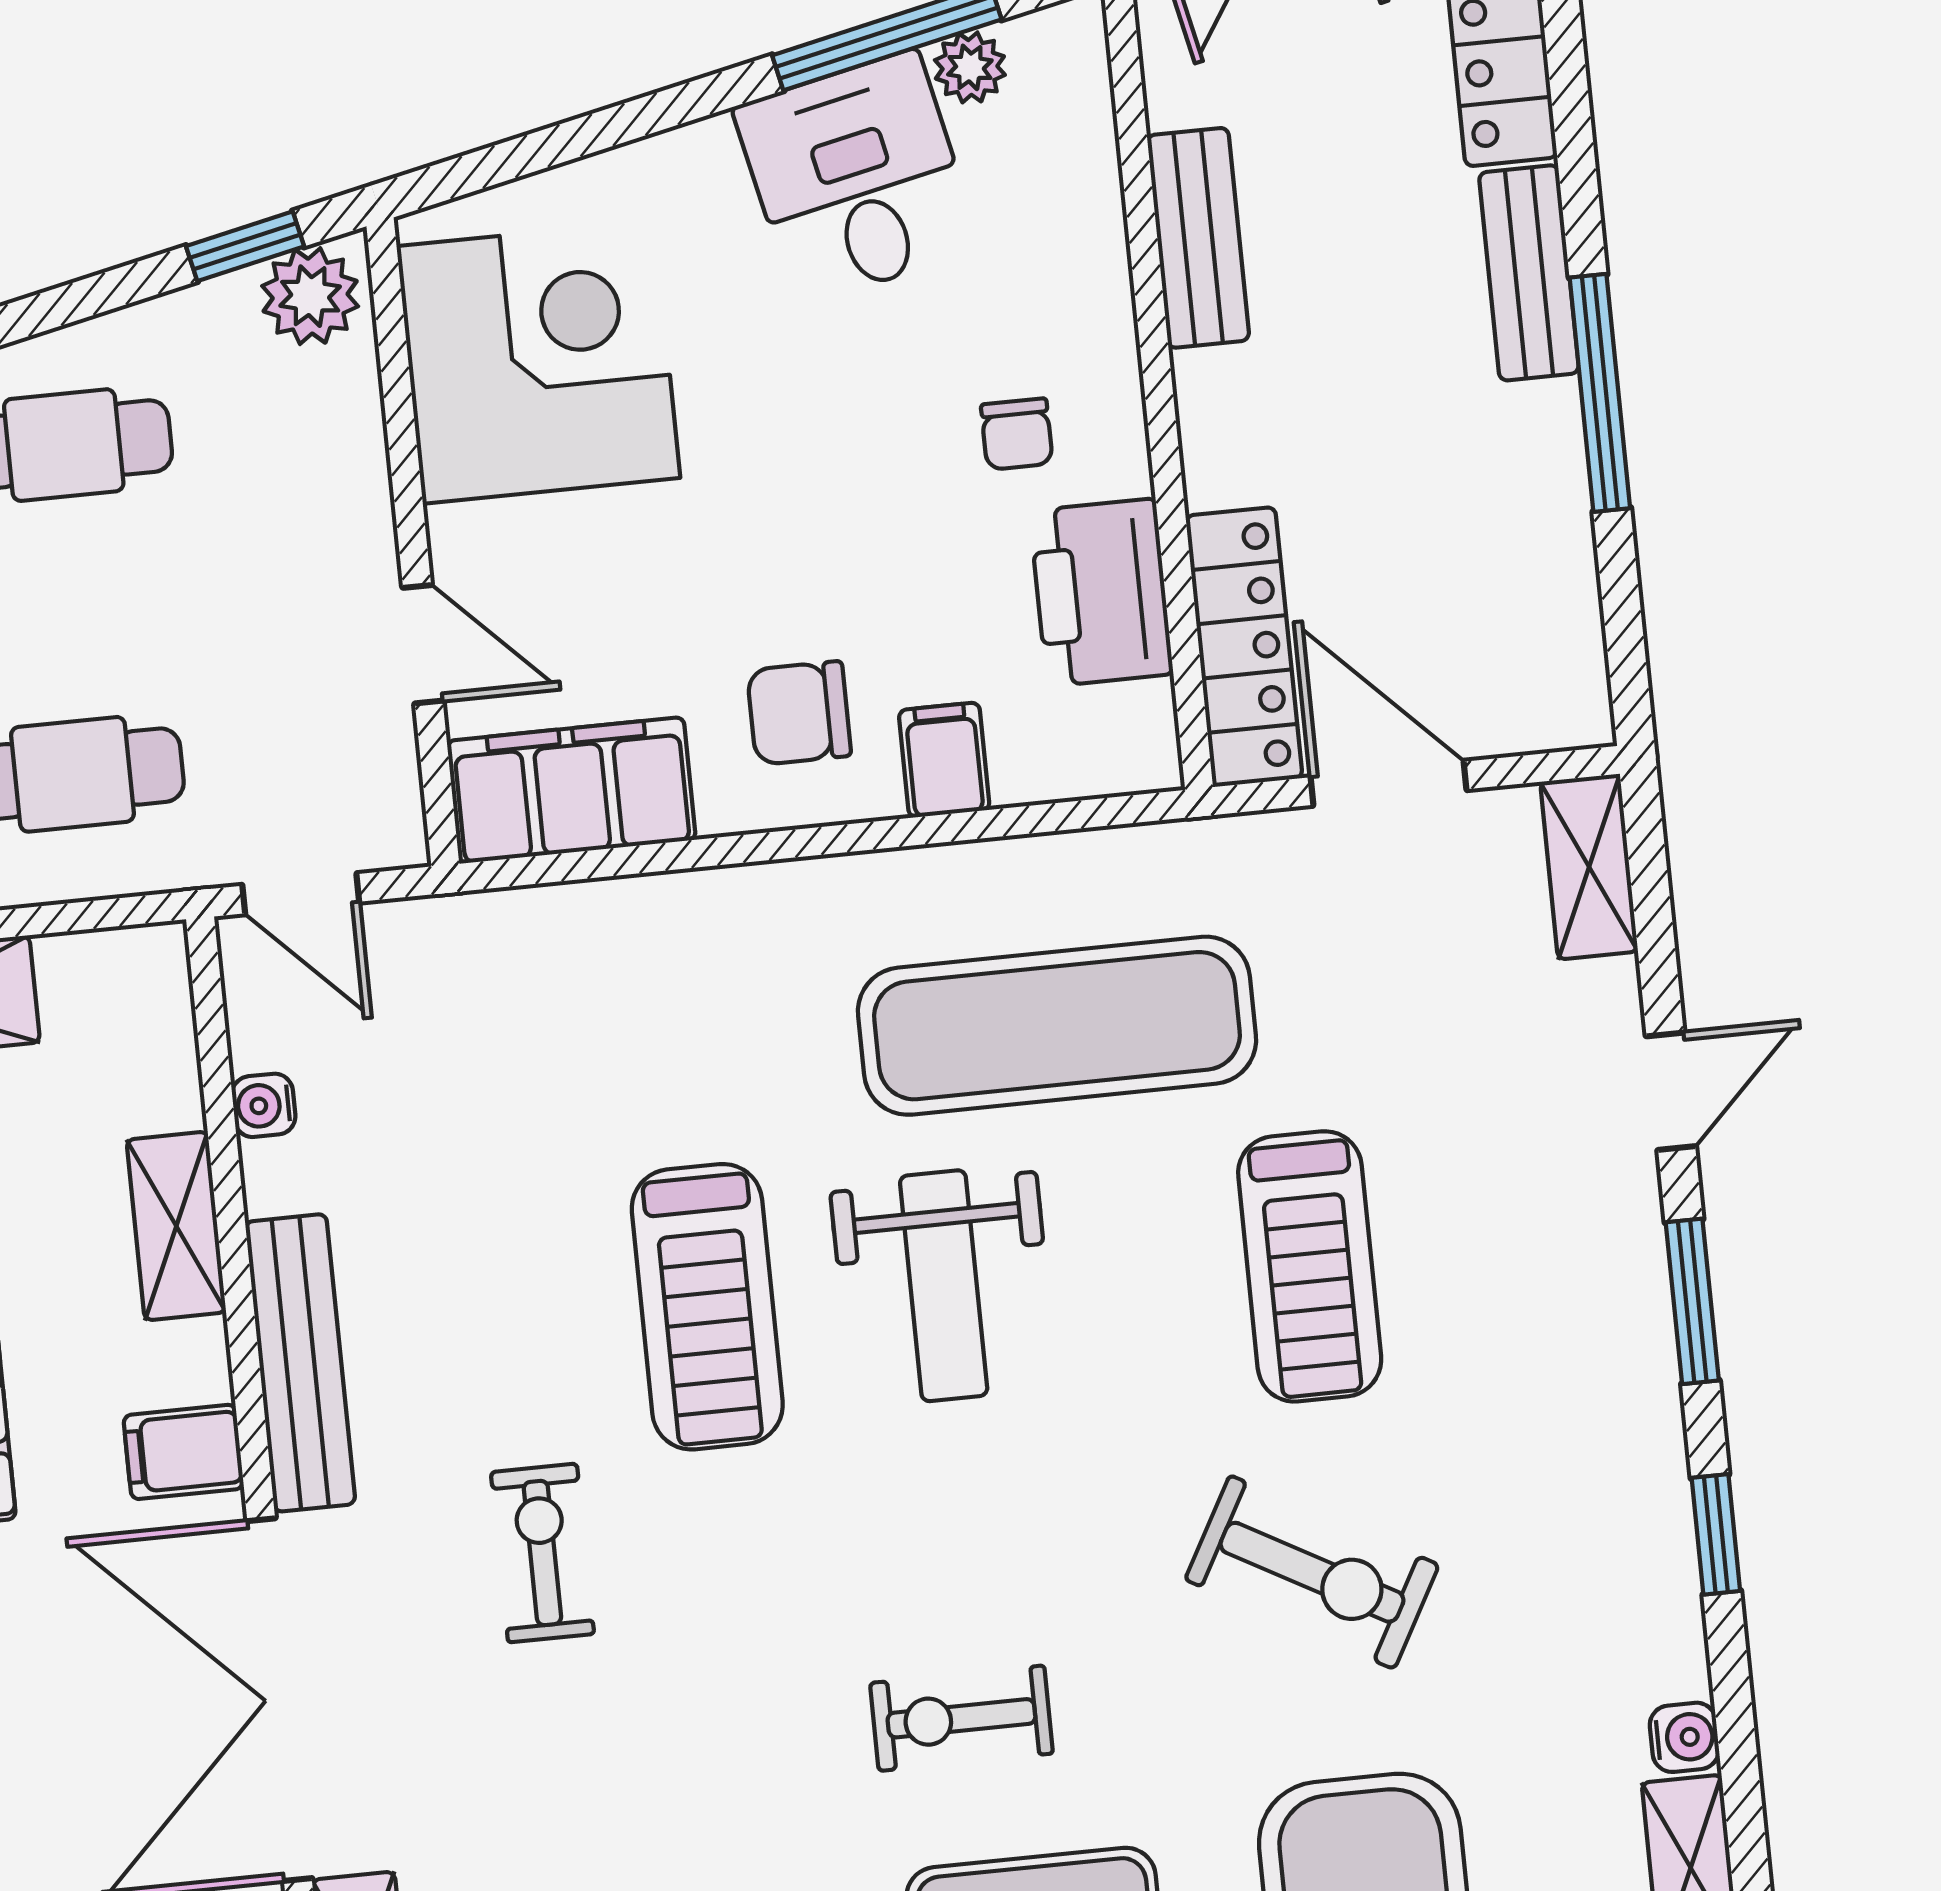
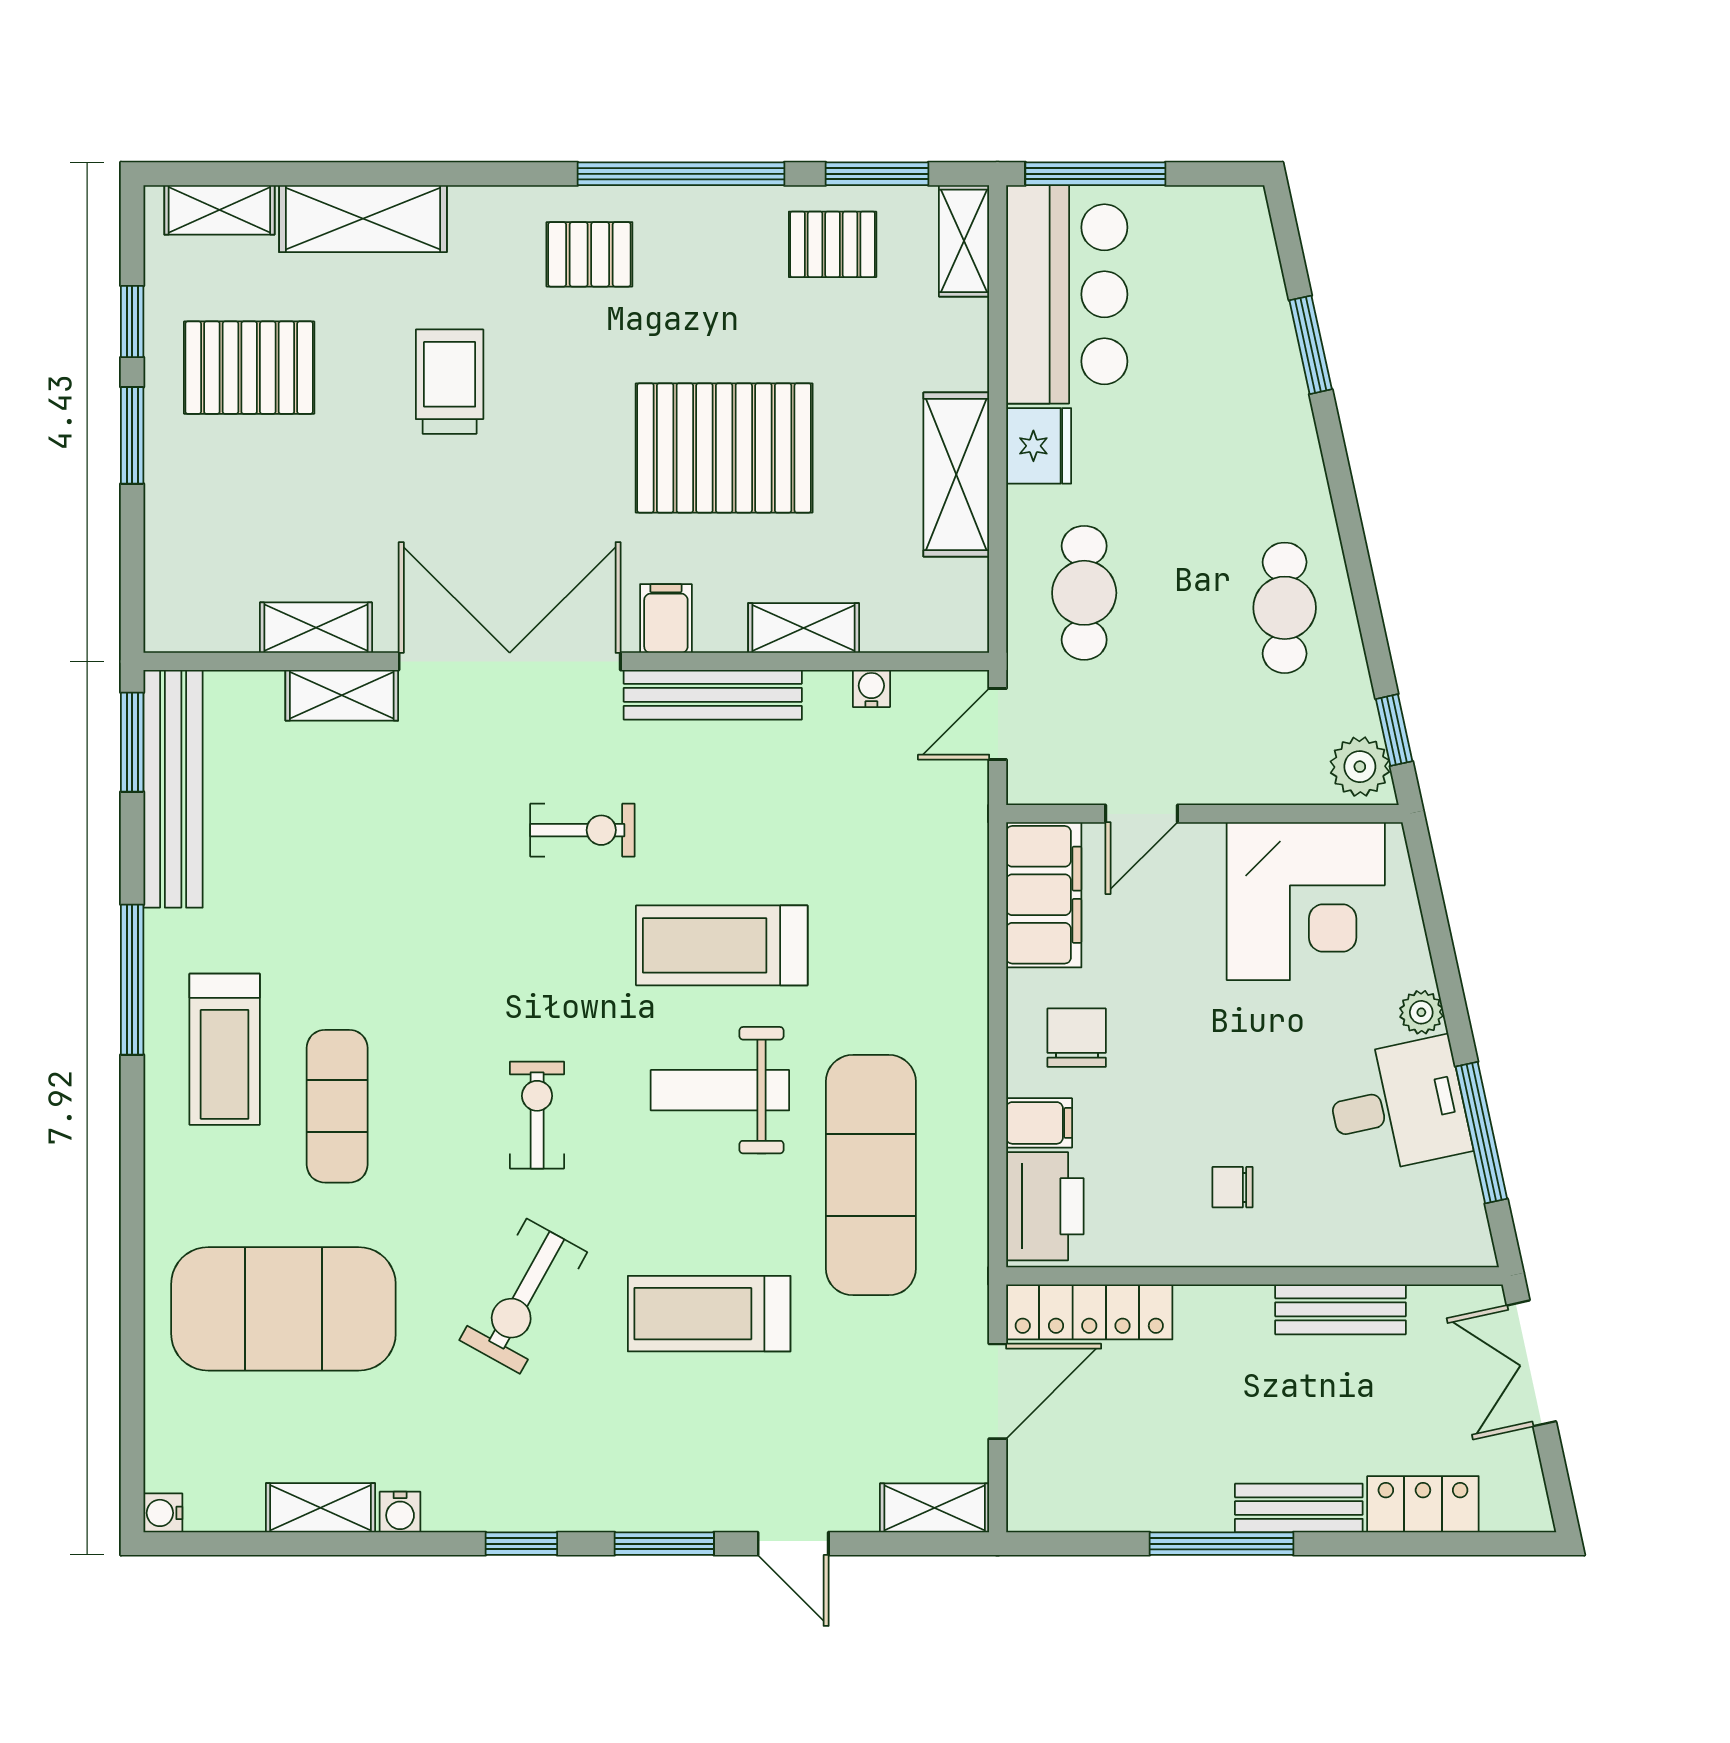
plant: (970, 67) -> (1421, 1012), moved
printer: (1101, 592) -> (1045, 1206), moved, turned 90
exercise bike: (961, 1718) -> (537, 1115), moved

